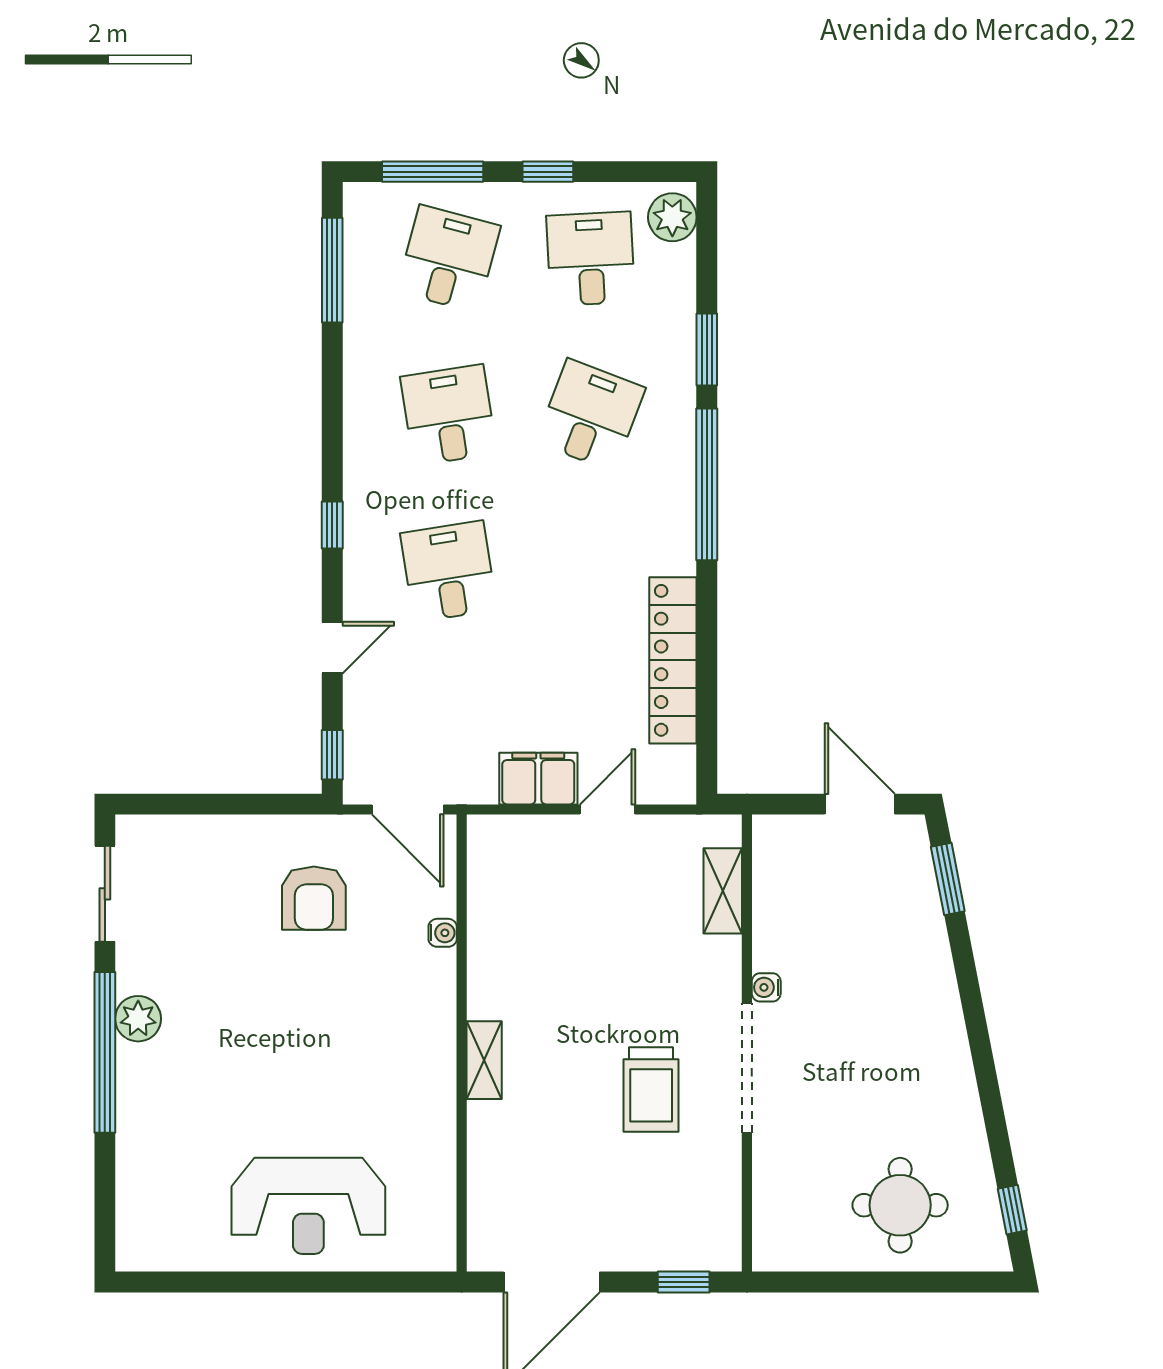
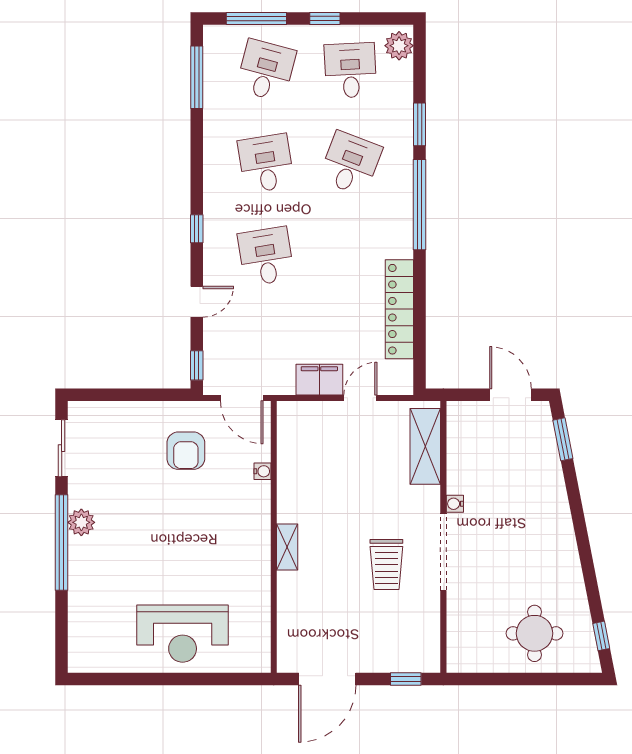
shelving: (723, 891) -> (425, 446), width x1.50, depth x1.33

